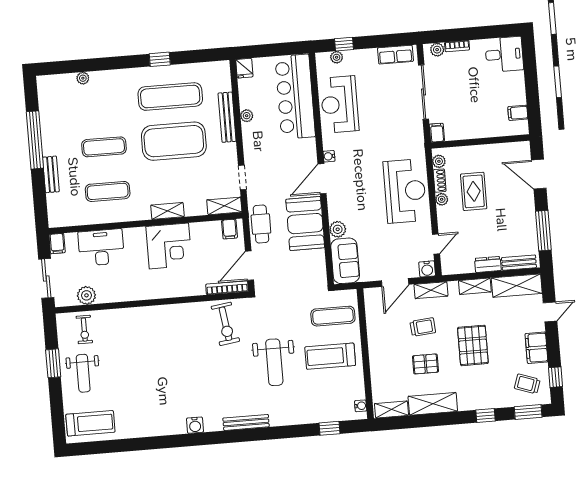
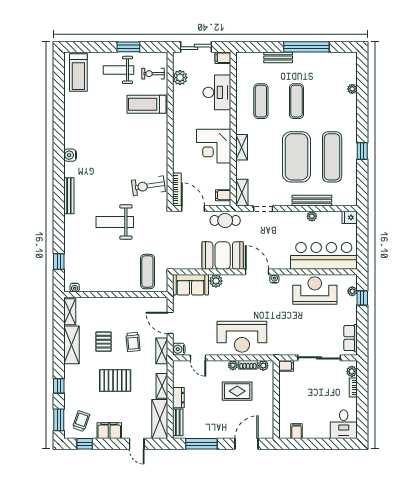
treadmill: (330, 356) -> (146, 104), moved, turned -90

